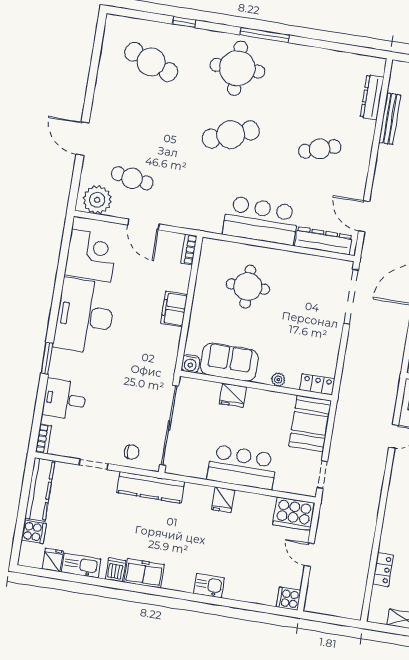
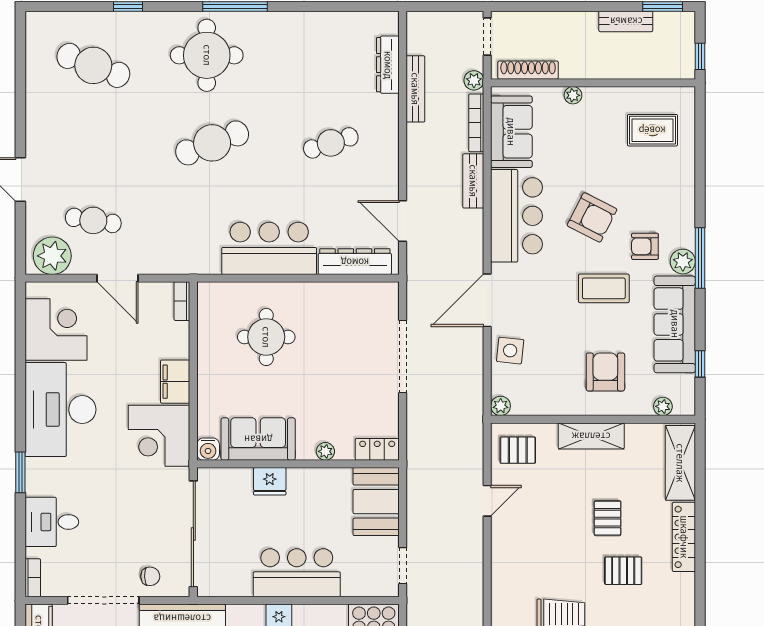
doorway: (351, 297) -> (403, 357), moved
corner desk: (155, 348) -> (159, 436), added
doorway: (94, 464) -> (103, 600), width x1.87

